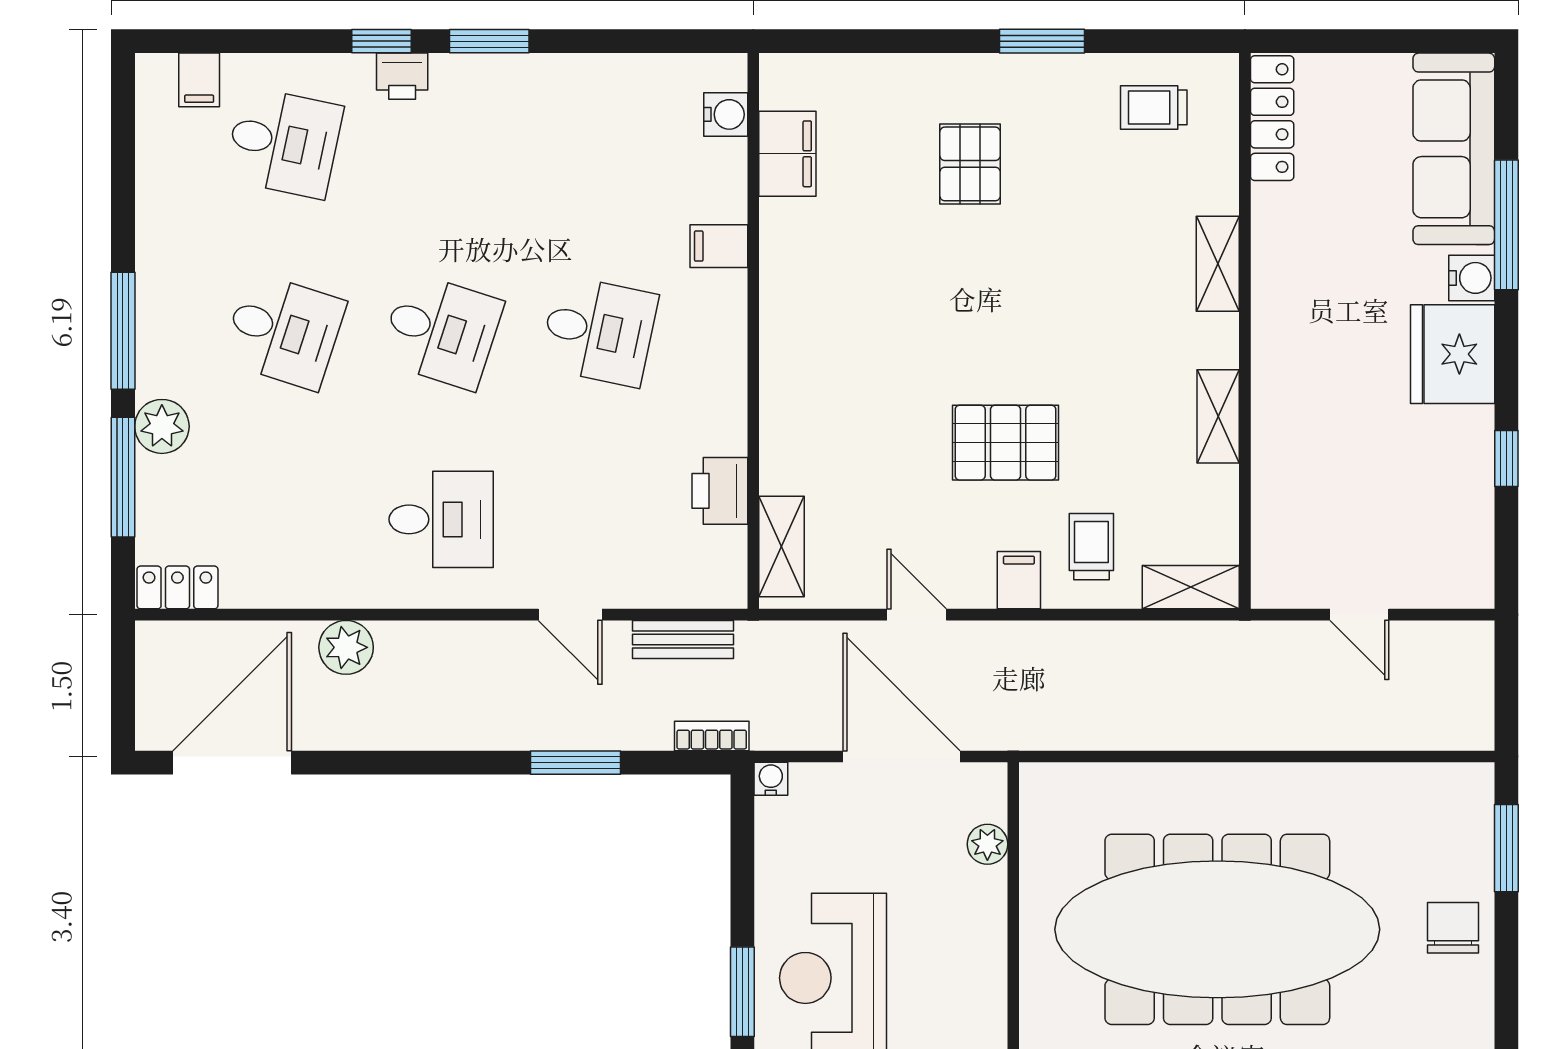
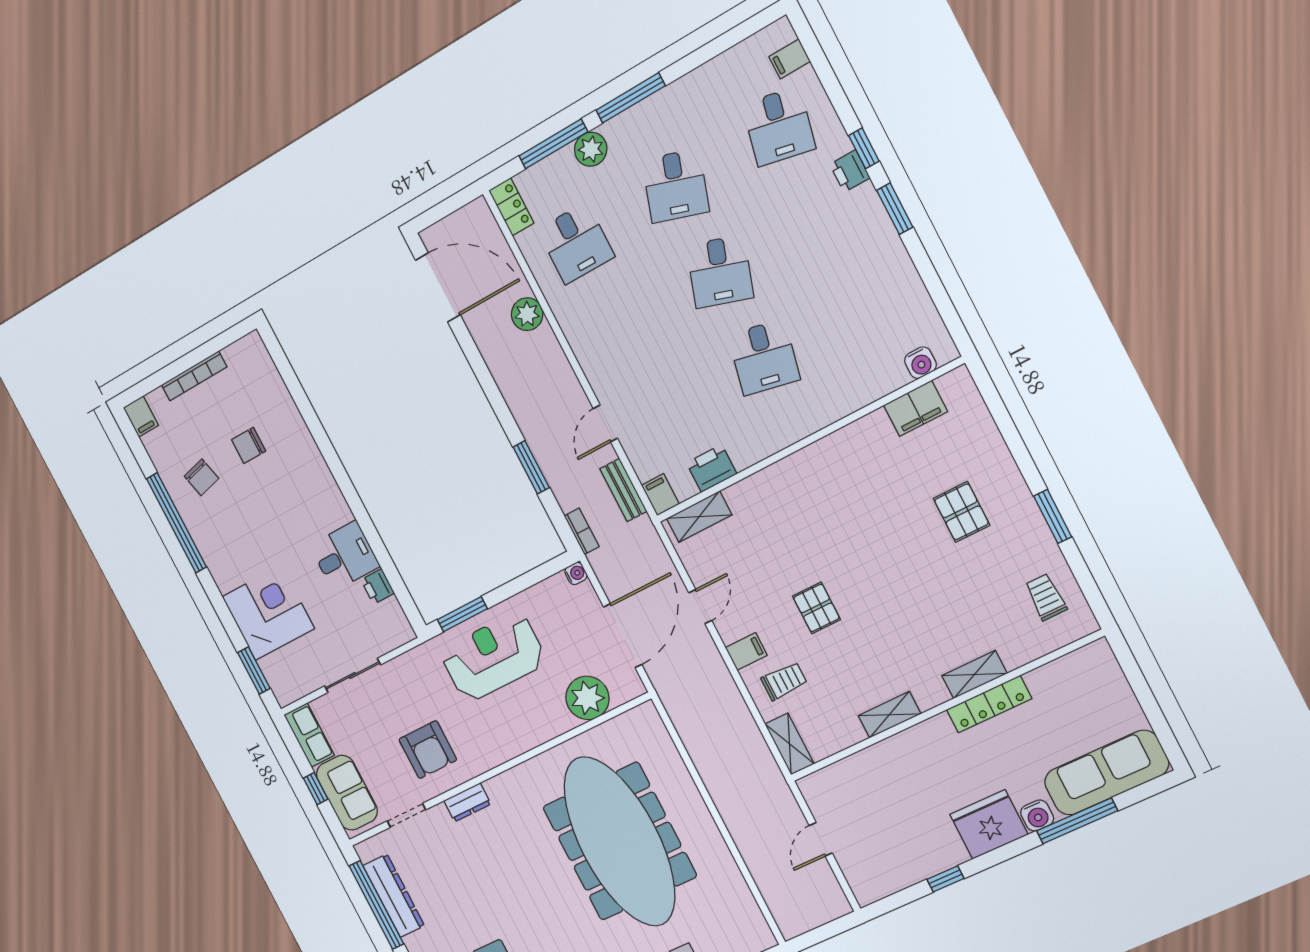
locker: (1272, 118) -> (989, 704), moved
pallet: (970, 164) -> (961, 512), turned 90
filing cabinet: (719, 246) -> (660, 495), moved
pallet: (1005, 443) -> (816, 608), width x0.67, depth x0.71
desk: (441, 519) -> (576, 243), moved
plant: (987, 844) -> (587, 698), width x1.87, depth x1.87

